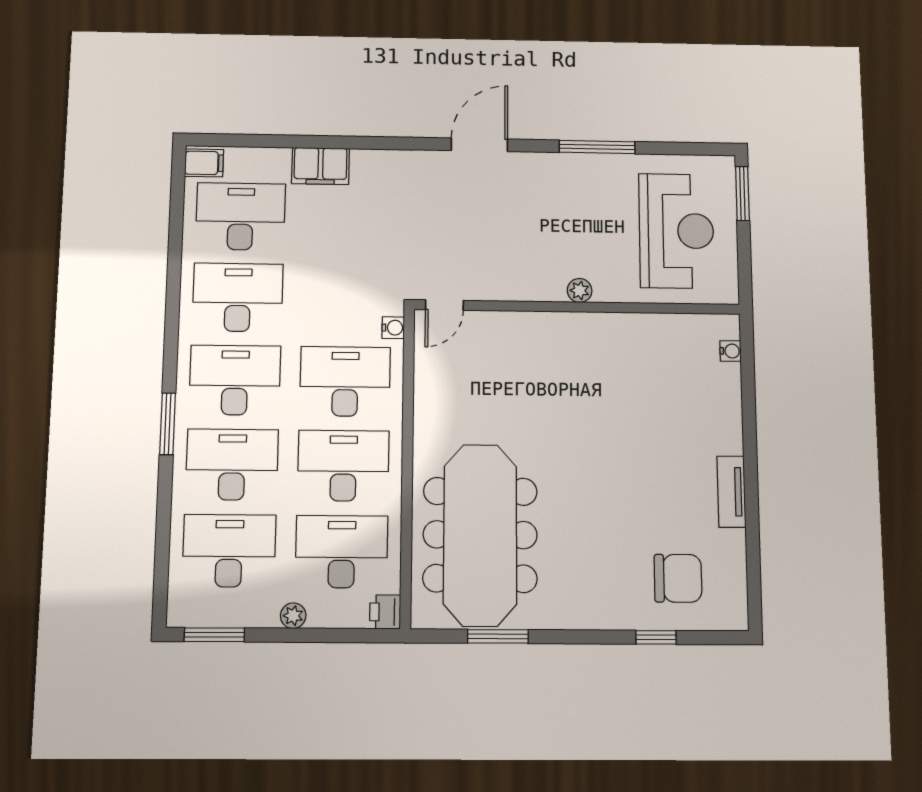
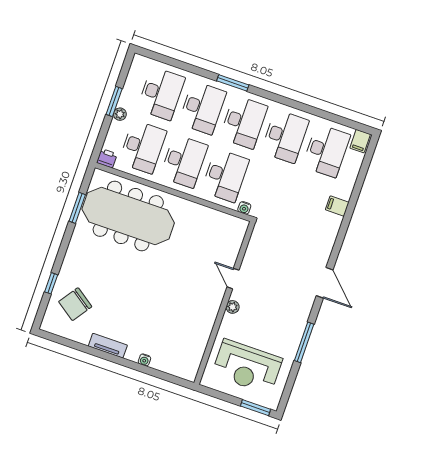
filing cabinet: (320, 166) -> (337, 206), width x0.50
door: (444, 305) -> (233, 279), moved
water cooler: (730, 351) -> (144, 360), moved
chair: (678, 578) -> (75, 304), turned 35
window: (214, 635) -> (114, 101), moved

